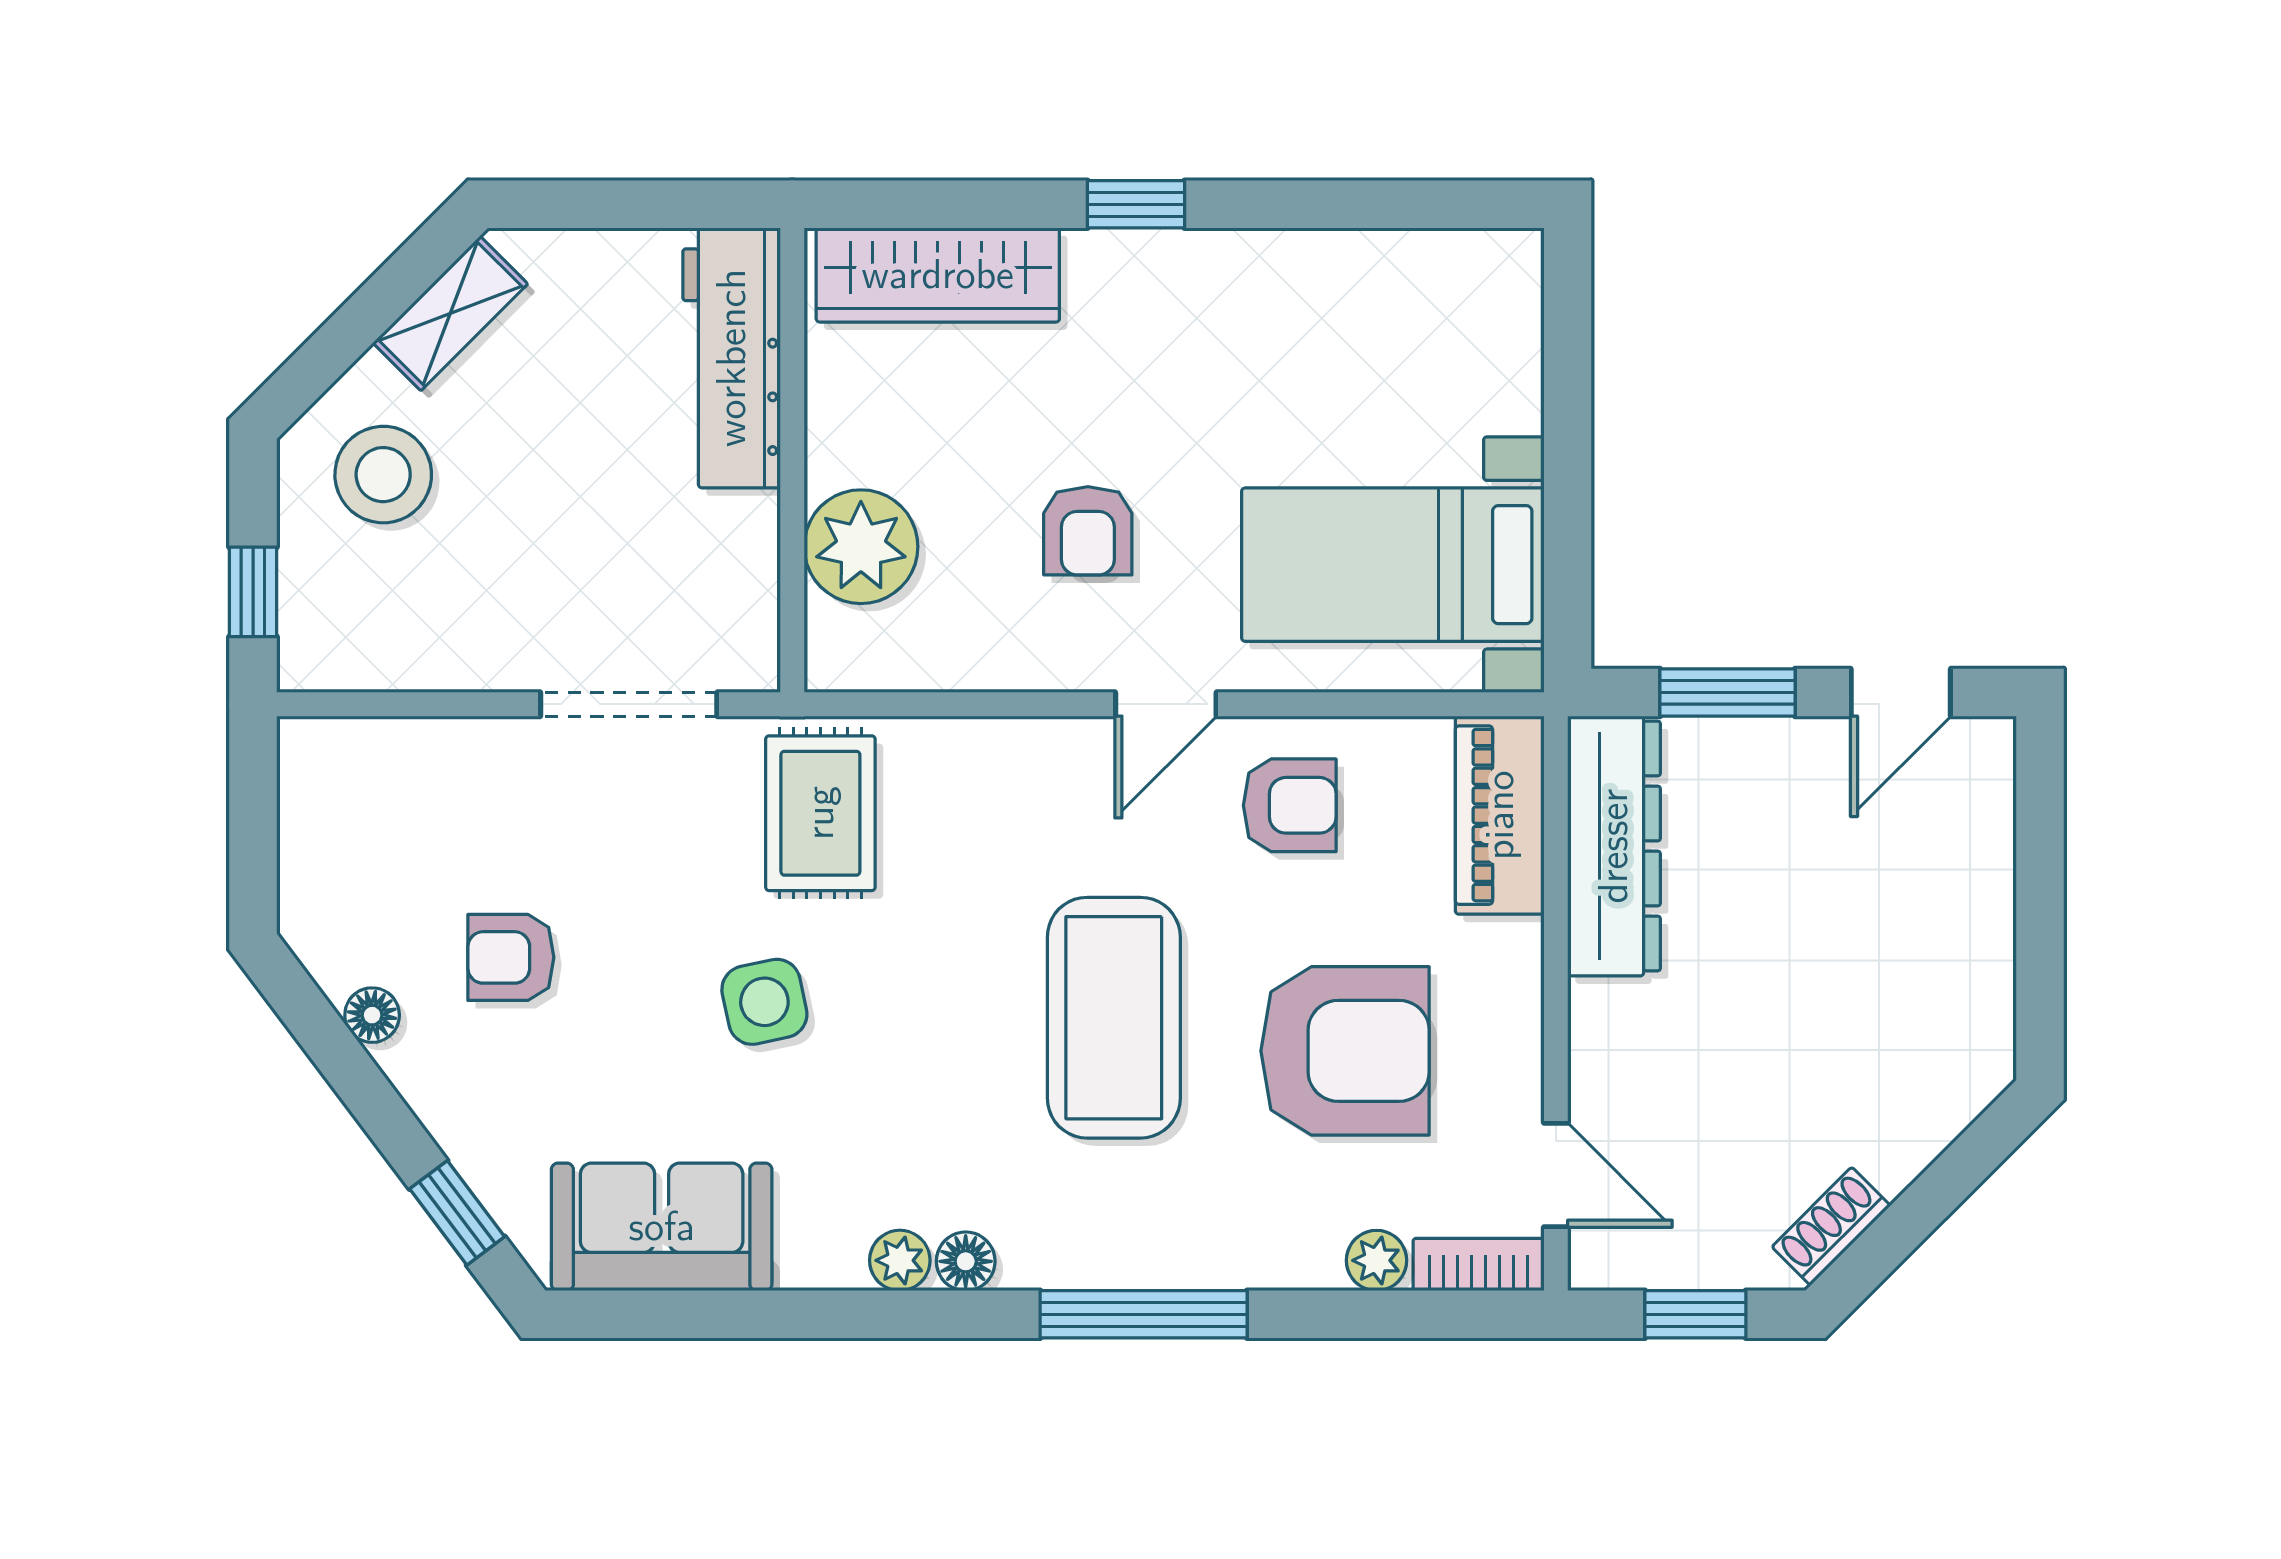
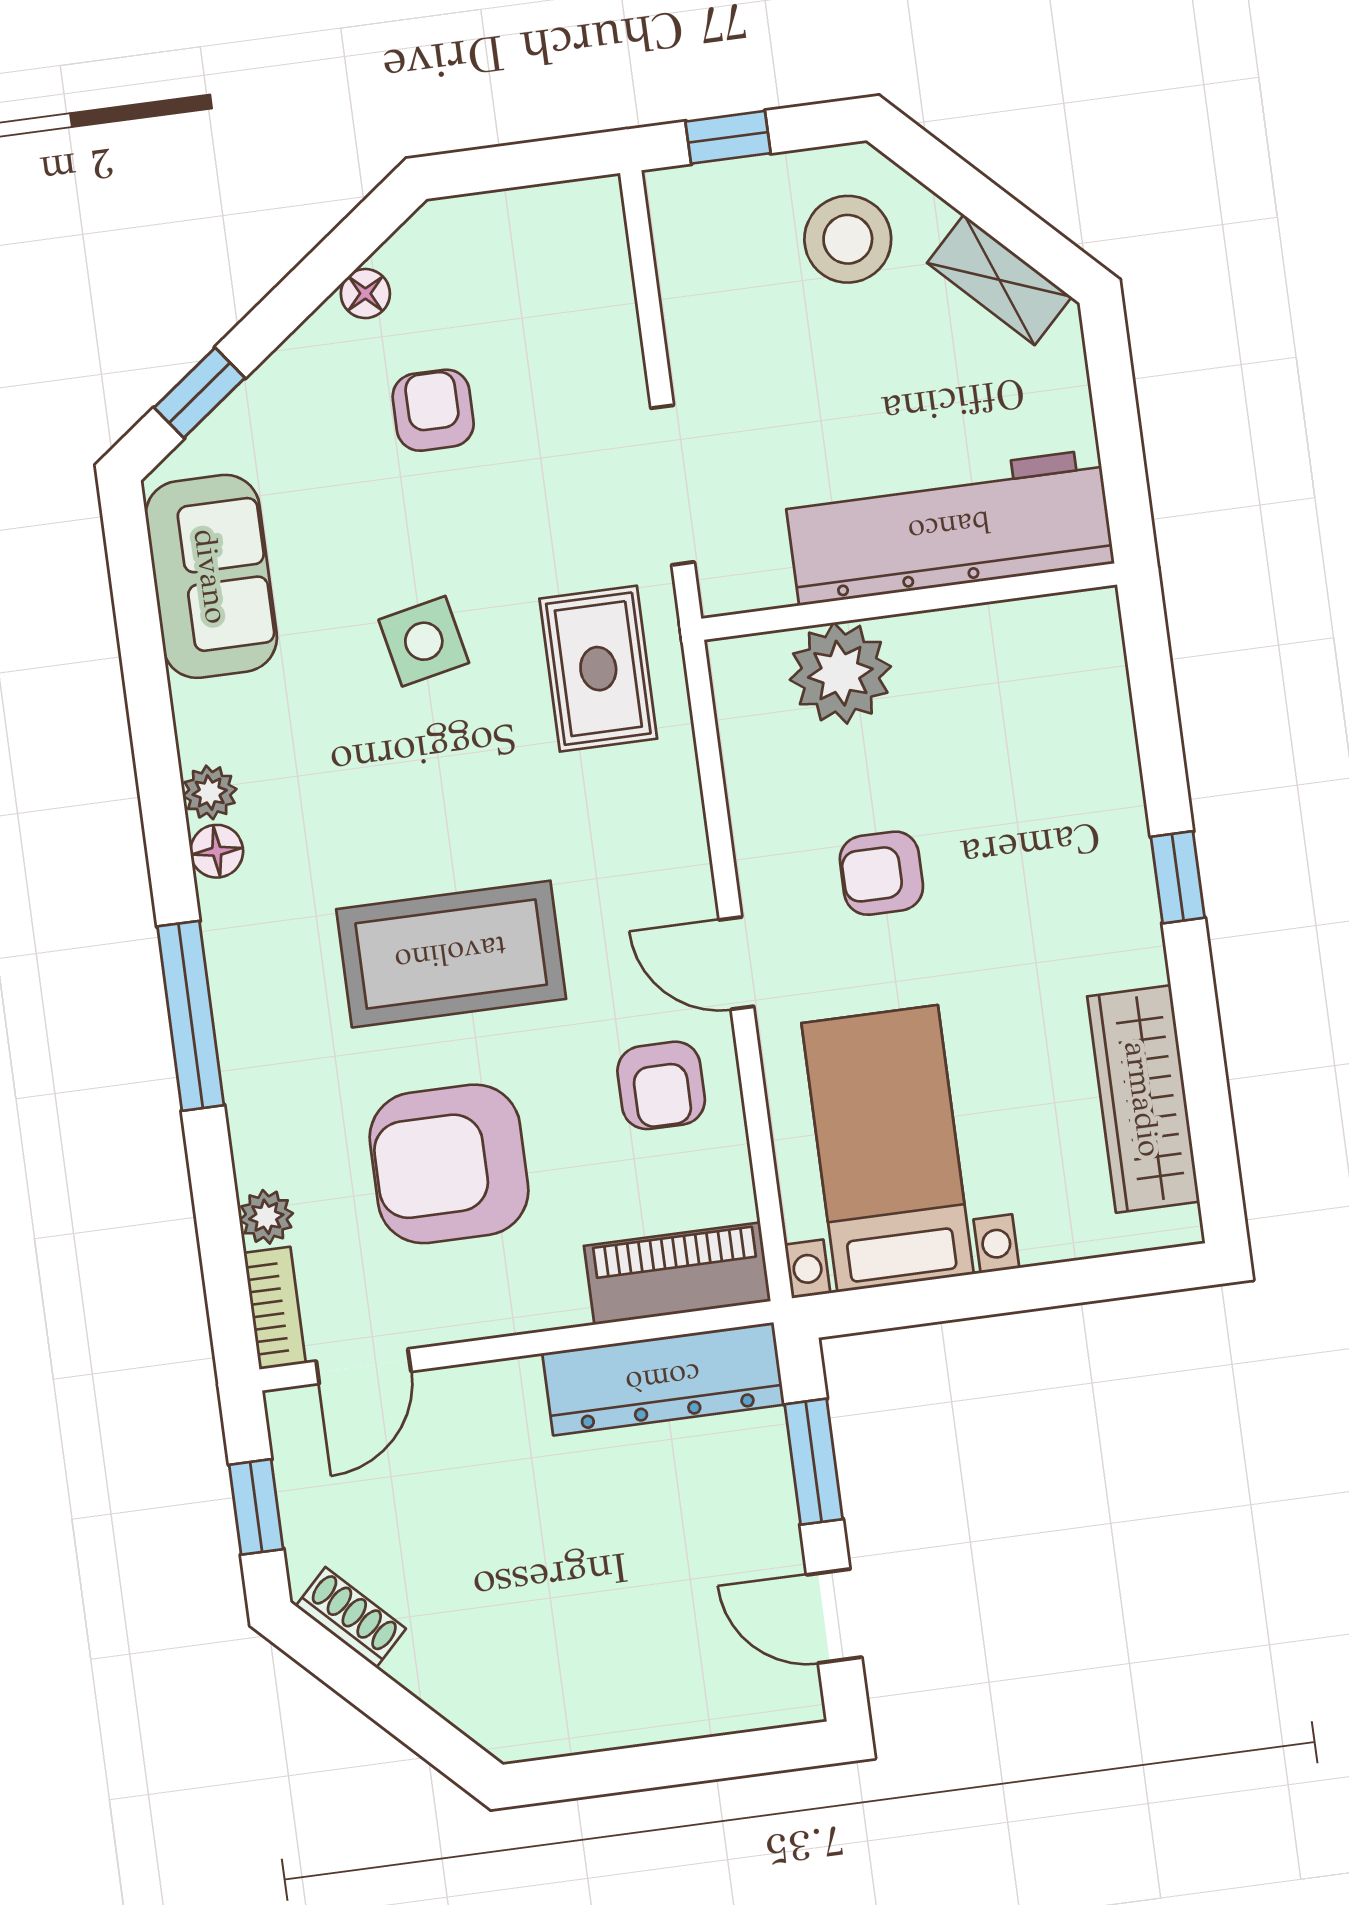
wardrobe: (938, 275) -> (1143, 1099), moved
workbench: (732, 358) -> (949, 527), width x1.36, depth x1.32
rug: (820, 813) -> (598, 669), turned 90
armchair: (1345, 1051) -> (449, 1164), turned 90

